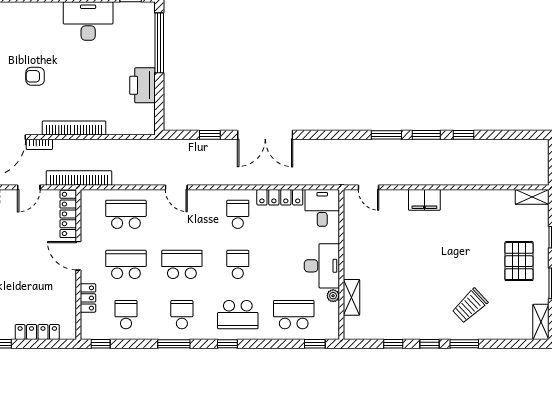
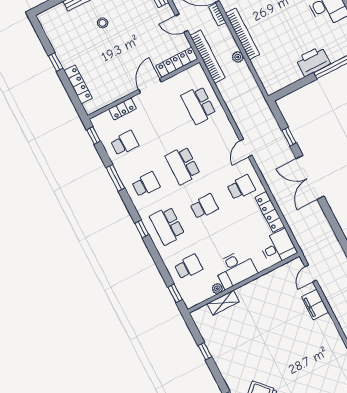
printer: (142, 85) -> (313, 61), moved
plant: (96, 146) -> (238, 57), added
door: (176, 187) -> (246, 148), moved
filing cabinet: (424, 200) -> (315, 305), moved
school desk: (126, 214) -> (199, 105), turned 180
school desk: (126, 264) -> (162, 124), removed
school desk: (182, 264) -> (183, 165), turned 180
school desk: (294, 315) -> (188, 267), width x0.54
window: (174, 344) -> (115, 178), moved
window: (430, 344) -> (219, 378), removed

